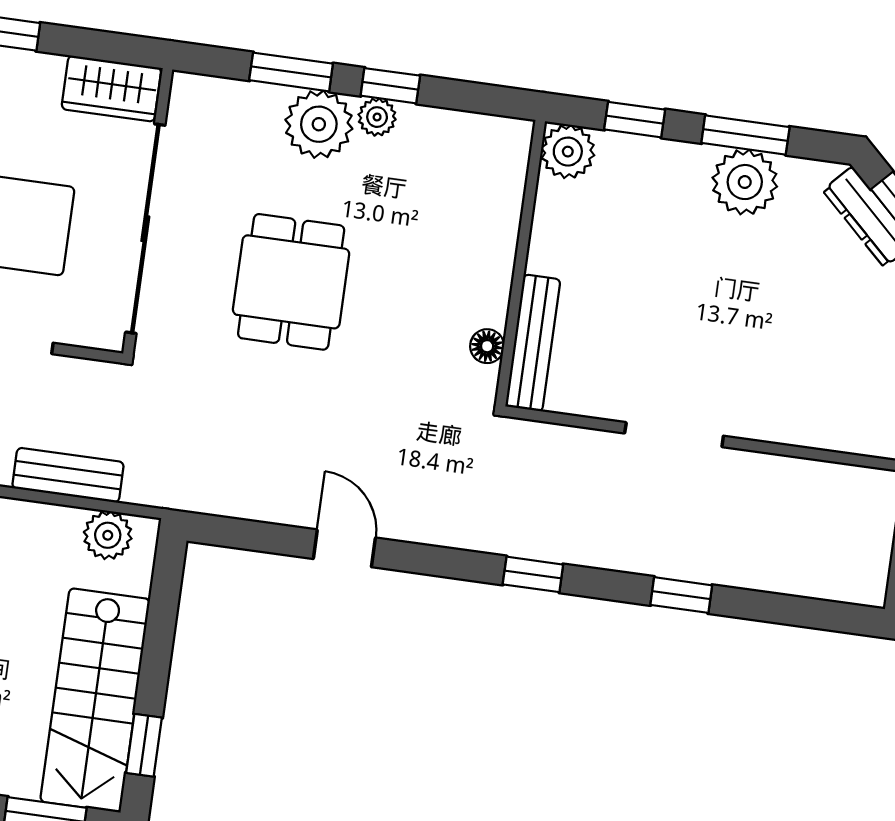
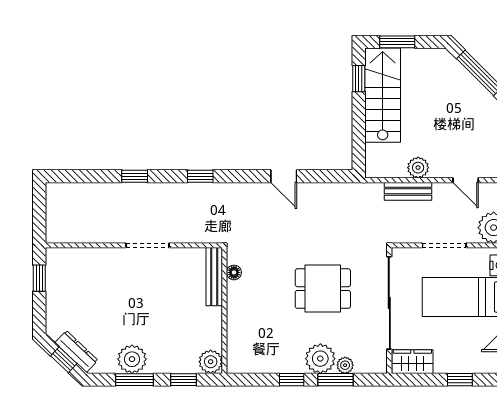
plant: (377, 117) -> (345, 365), moved
dining table: (291, 282) -> (323, 289), turned 90
plant: (108, 535) -> (418, 168), moved

